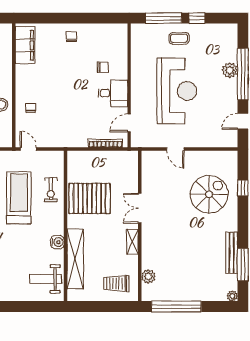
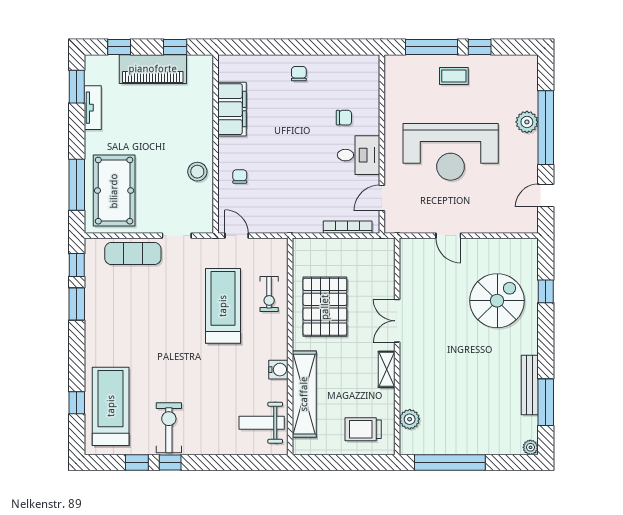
filing cabinet: (25, 45) -> (232, 109), moved
reception desk: (177, 91) -> (451, 152), turned 90
pallet: (90, 198) -> (325, 307), turned 90

